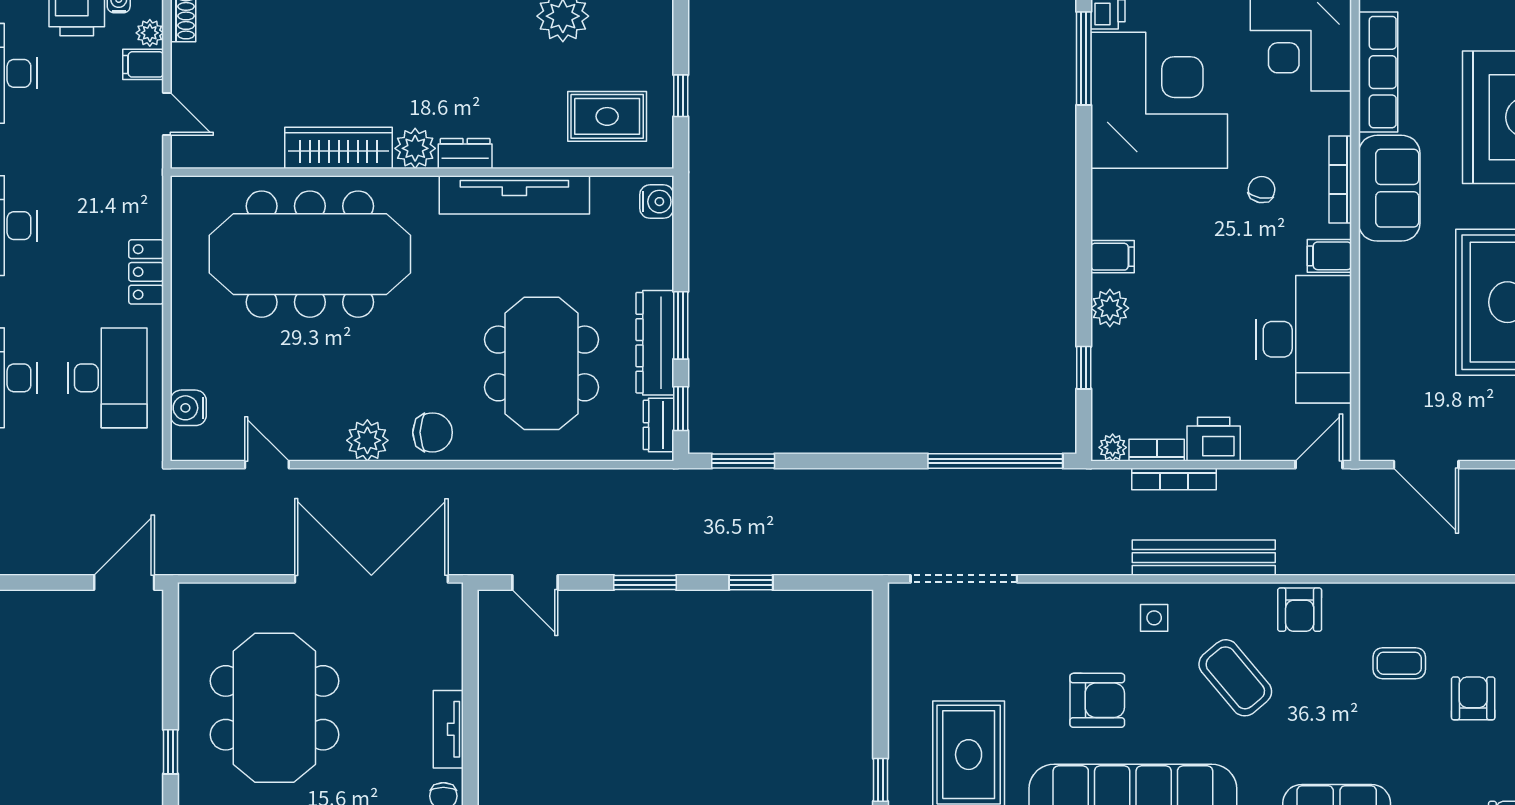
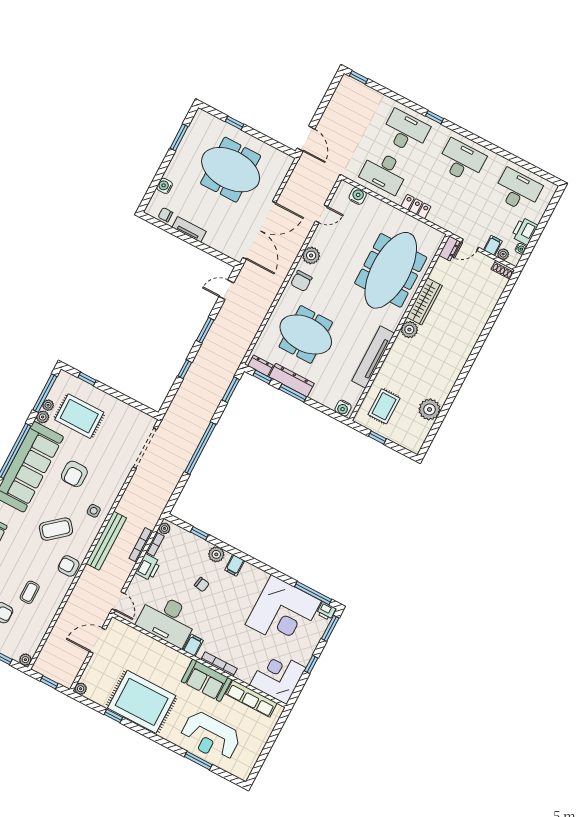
dresser: (465, 153) -> (450, 248), moved
chair: (1262, 190) -> (202, 585), moved
window: (995, 461) -> (200, 448), moved

